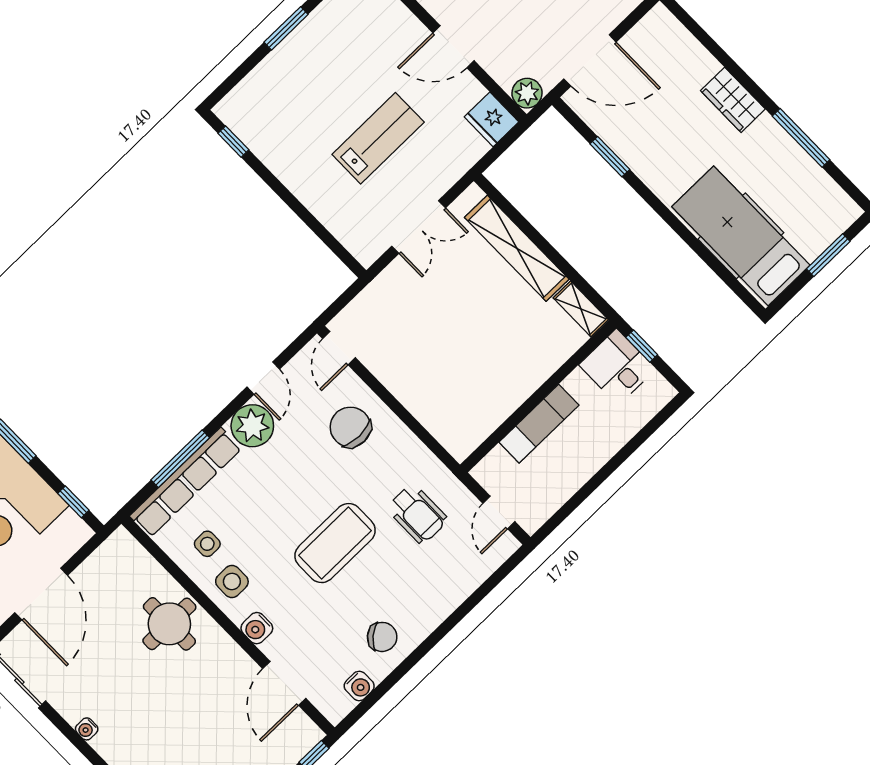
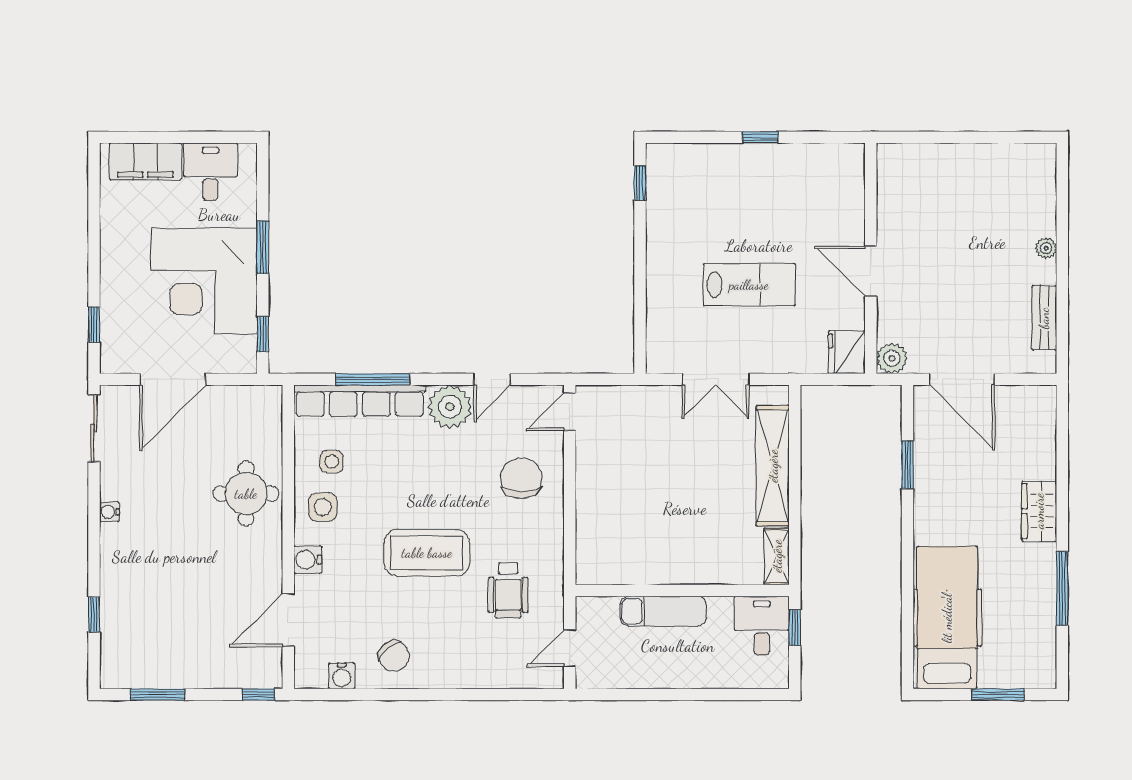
window: (286, 28) -> (760, 137), width x0.67

